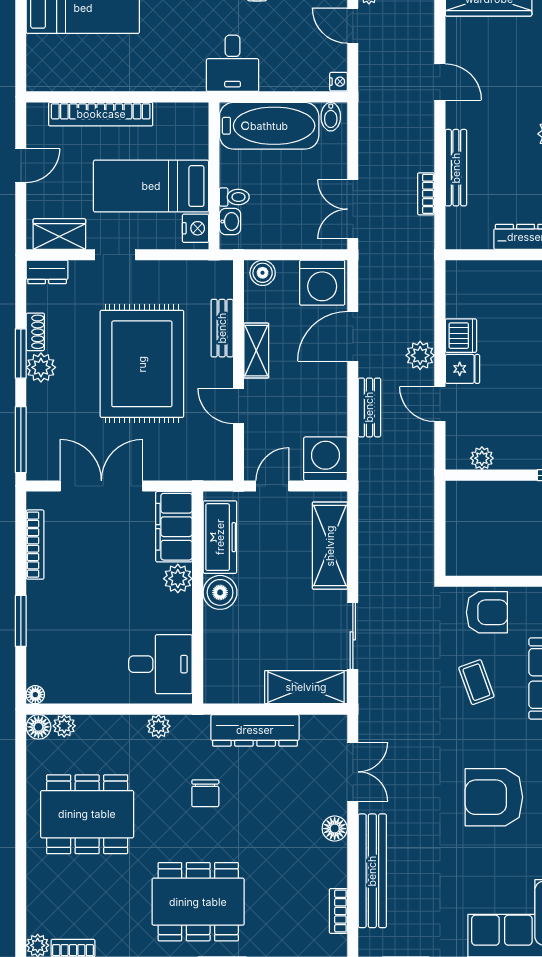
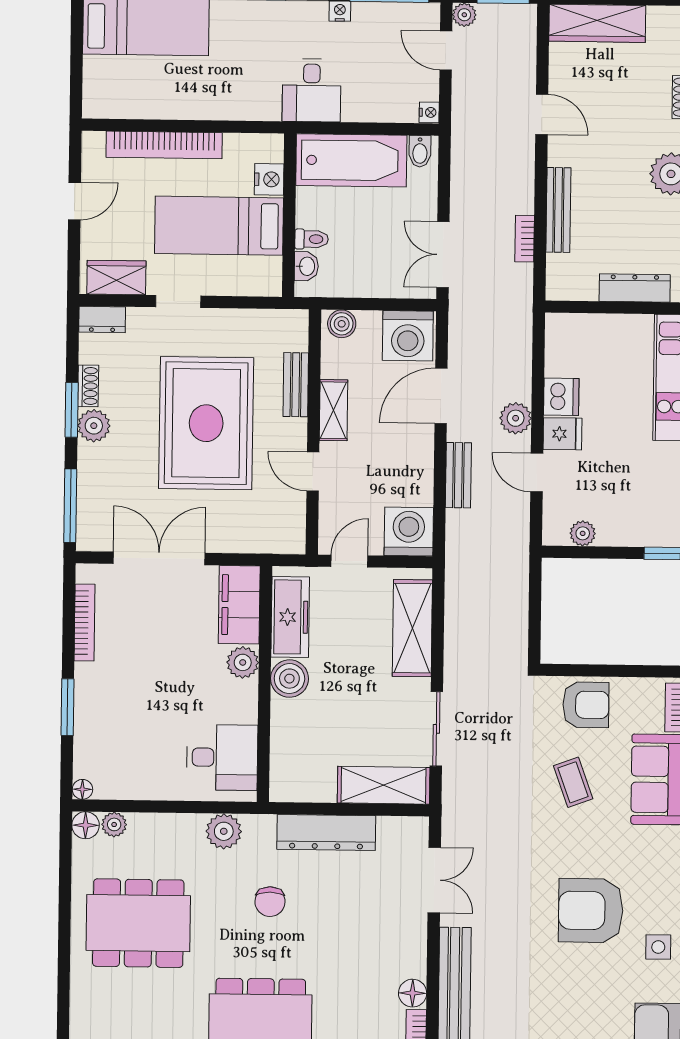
nightstand: (195, 228) -> (269, 179), moved
plant: (159, 726) -> (224, 831), width x1.38, depth x1.38
floor lamp: (335, 829) -> (413, 993), moved

